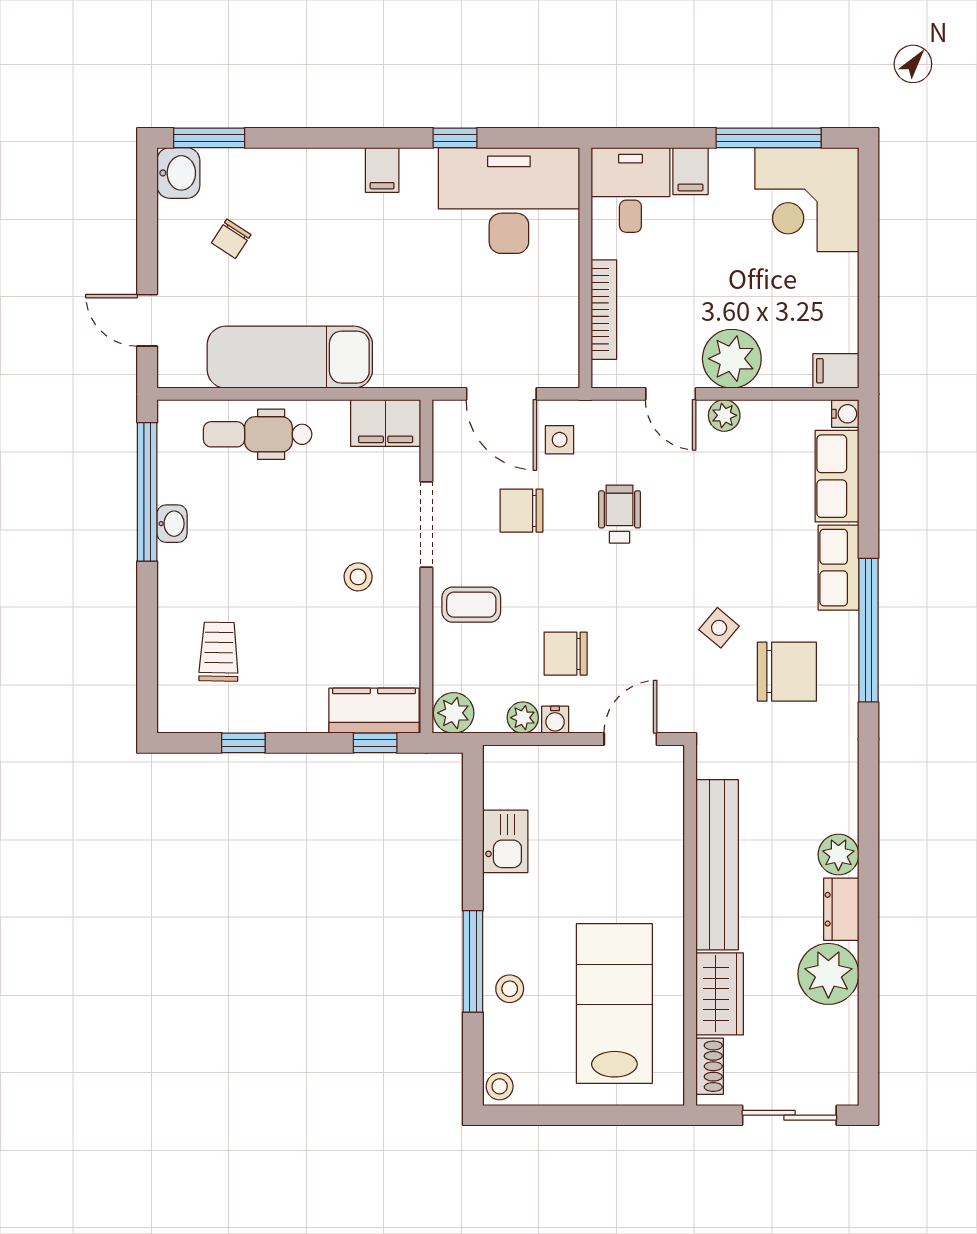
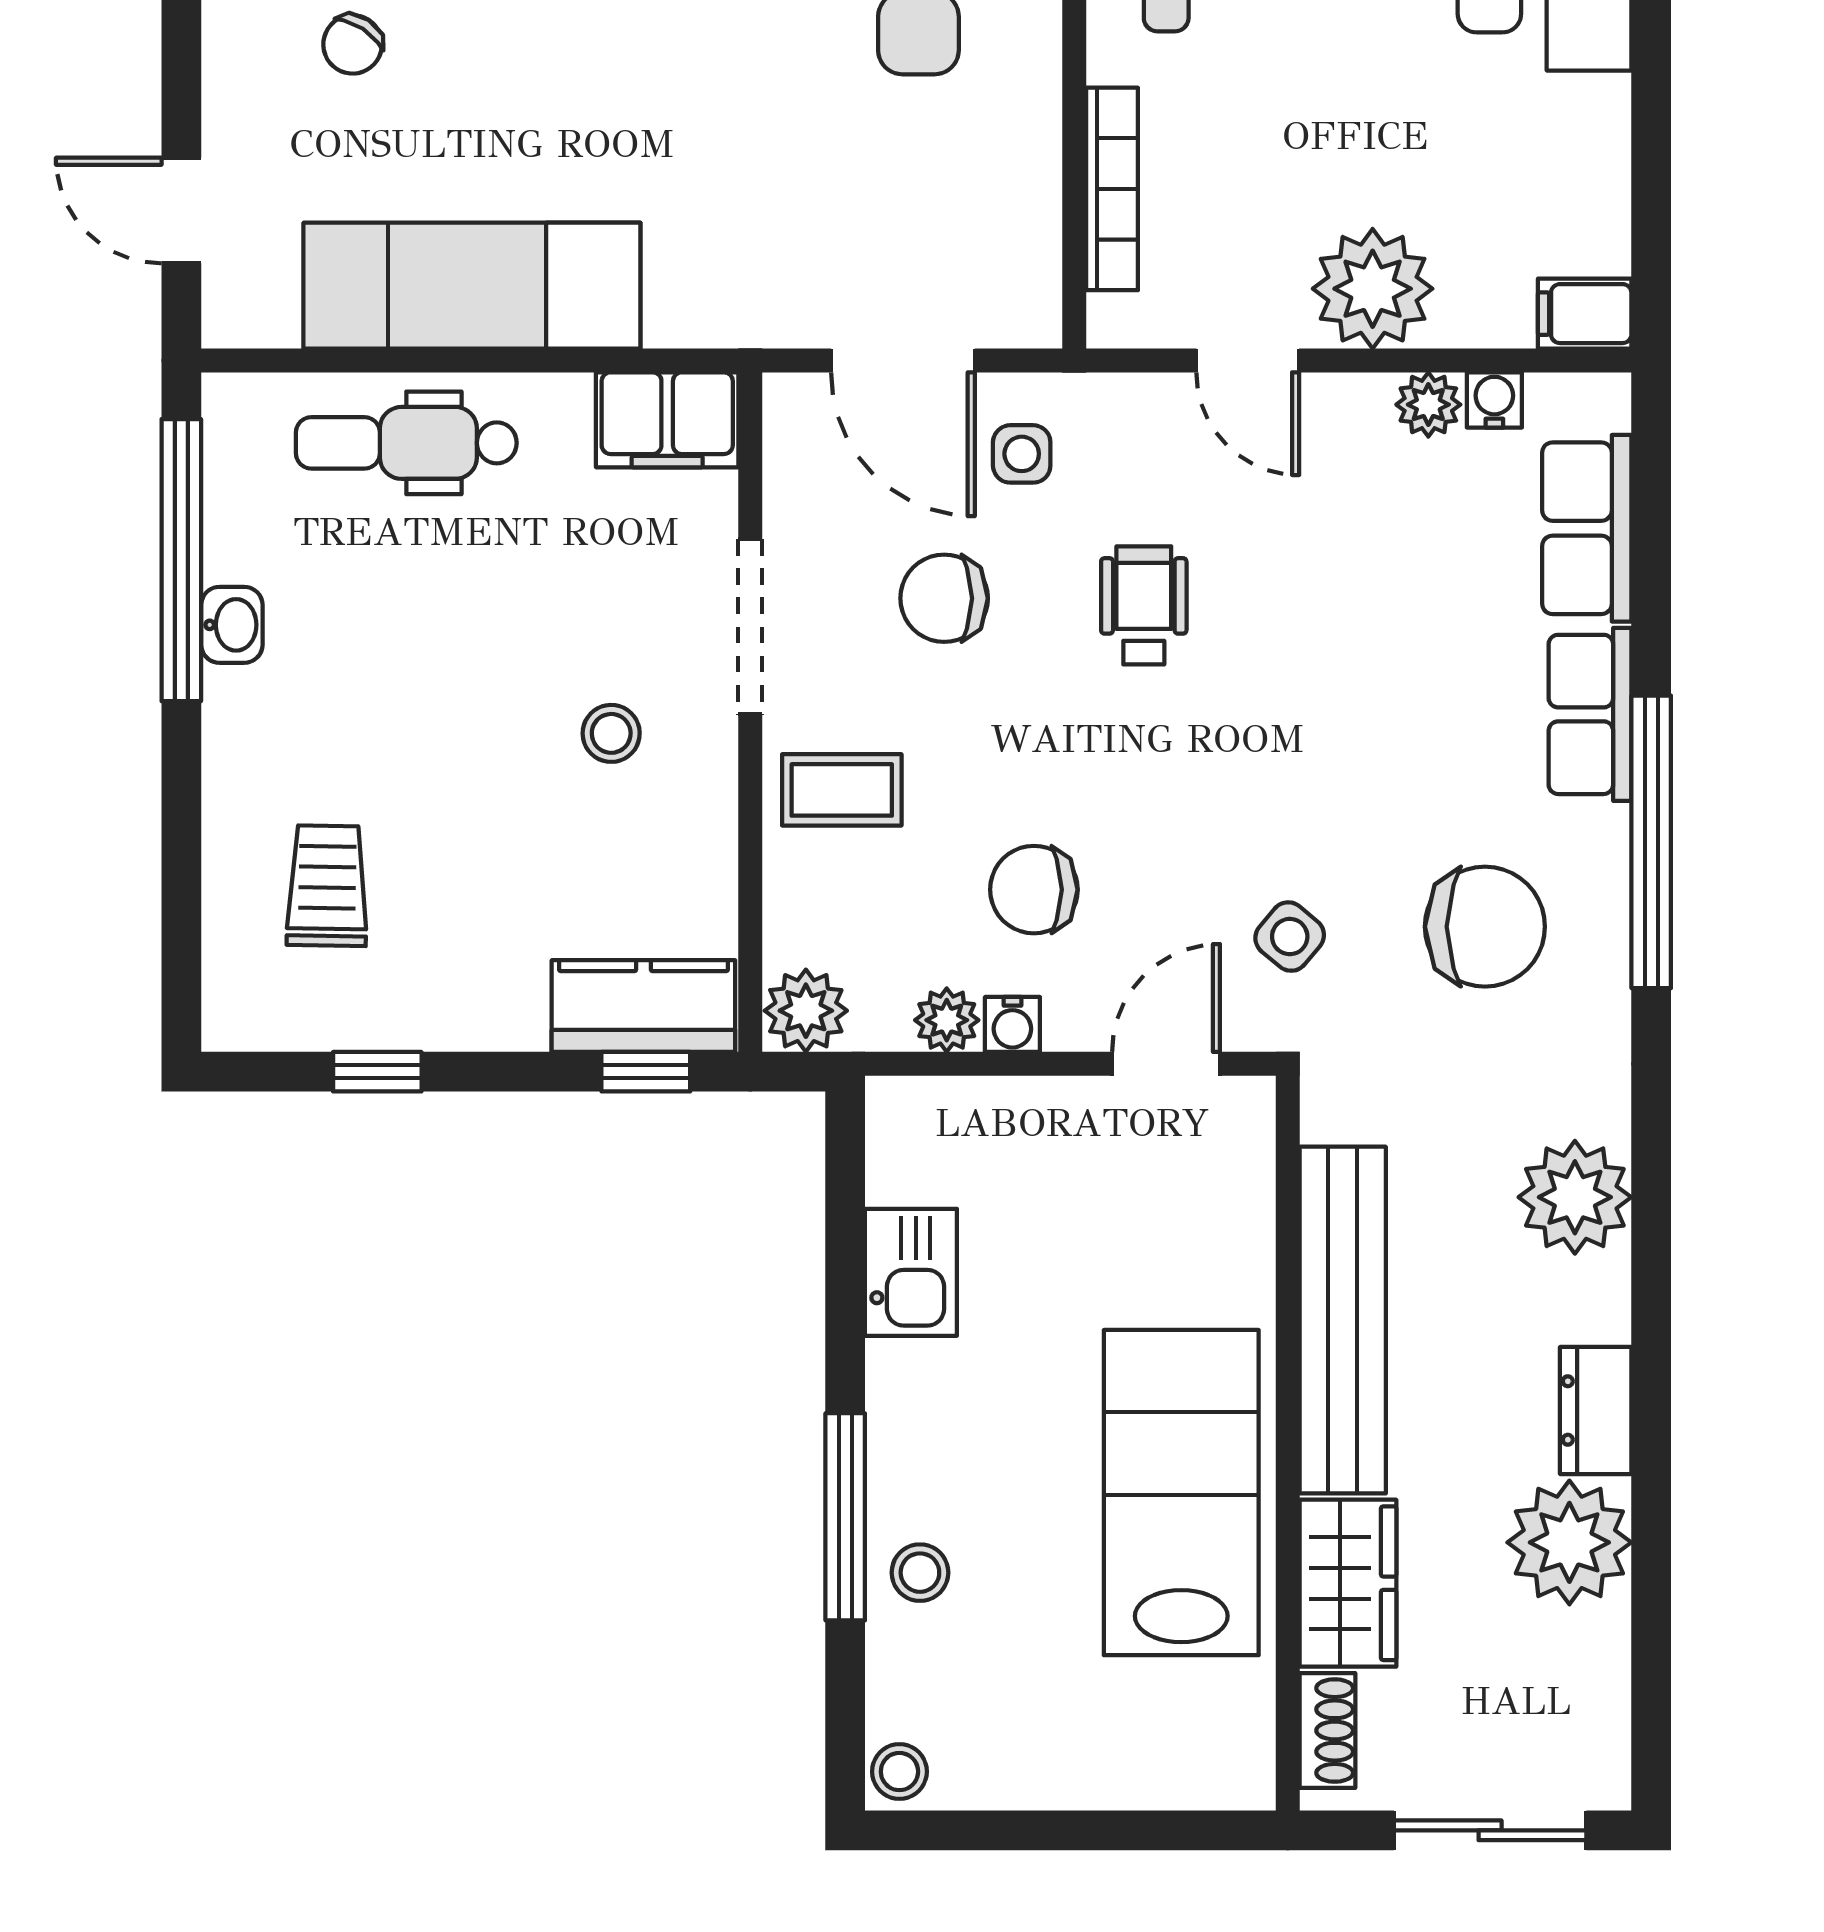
water cooler: (845, 414) -> (1494, 400), moved, turned -90
plant: (724, 415) -> (1428, 405), moved
side table: (719, 628) -> (1290, 937), moved
plant: (838, 855) -> (1575, 1197), moved, width x1.36, depth x1.36
lab bench: (614, 1004) -> (1181, 1493), moved

